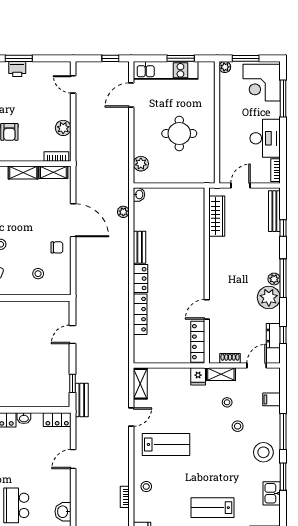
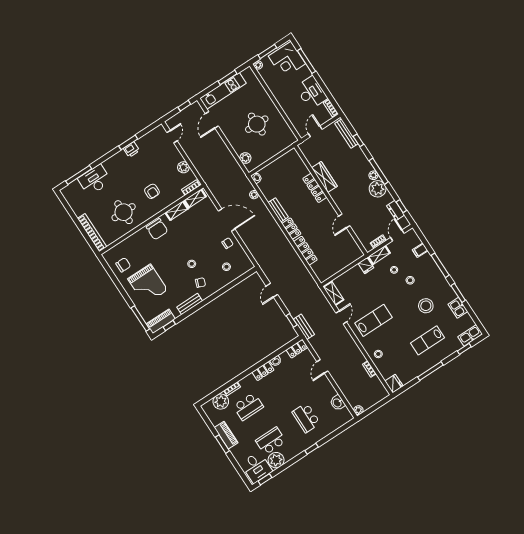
door: (73, 84) -> (172, 137), swing flipped
wardrobe: (217, 216) -> (324, 177), moved
locker: (198, 342) -> (315, 188), moved
stool: (263, 452) -> (426, 306), moved

